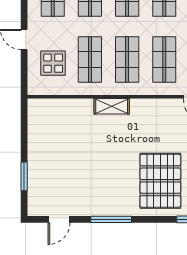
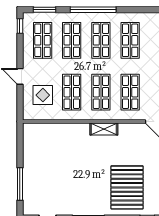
shelving: (112, 106) -> (104, 129), moved
window: (24, 176) -> (20, 184), width x1.44

